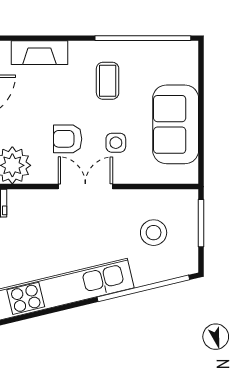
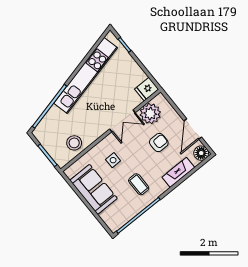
armchair: (68, 139) -> (159, 143), moved
double door: (85, 187) -> (122, 121), moved
stool: (154, 233) -> (74, 143), moved

